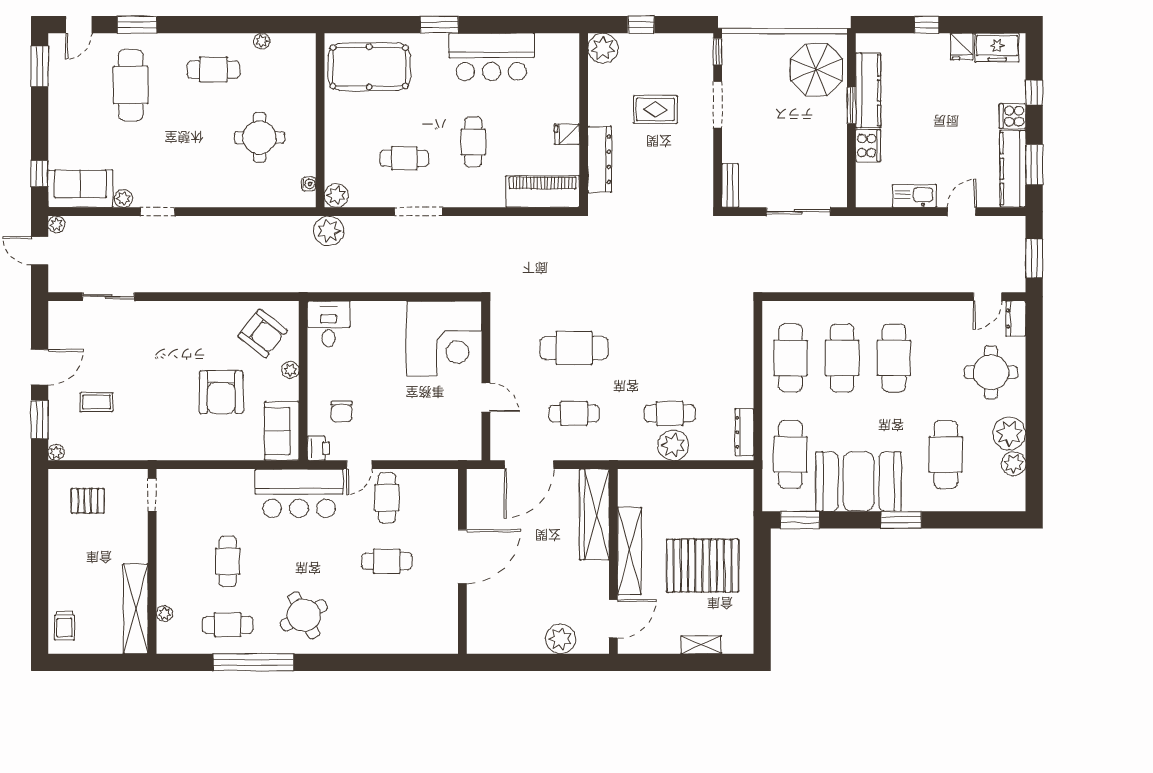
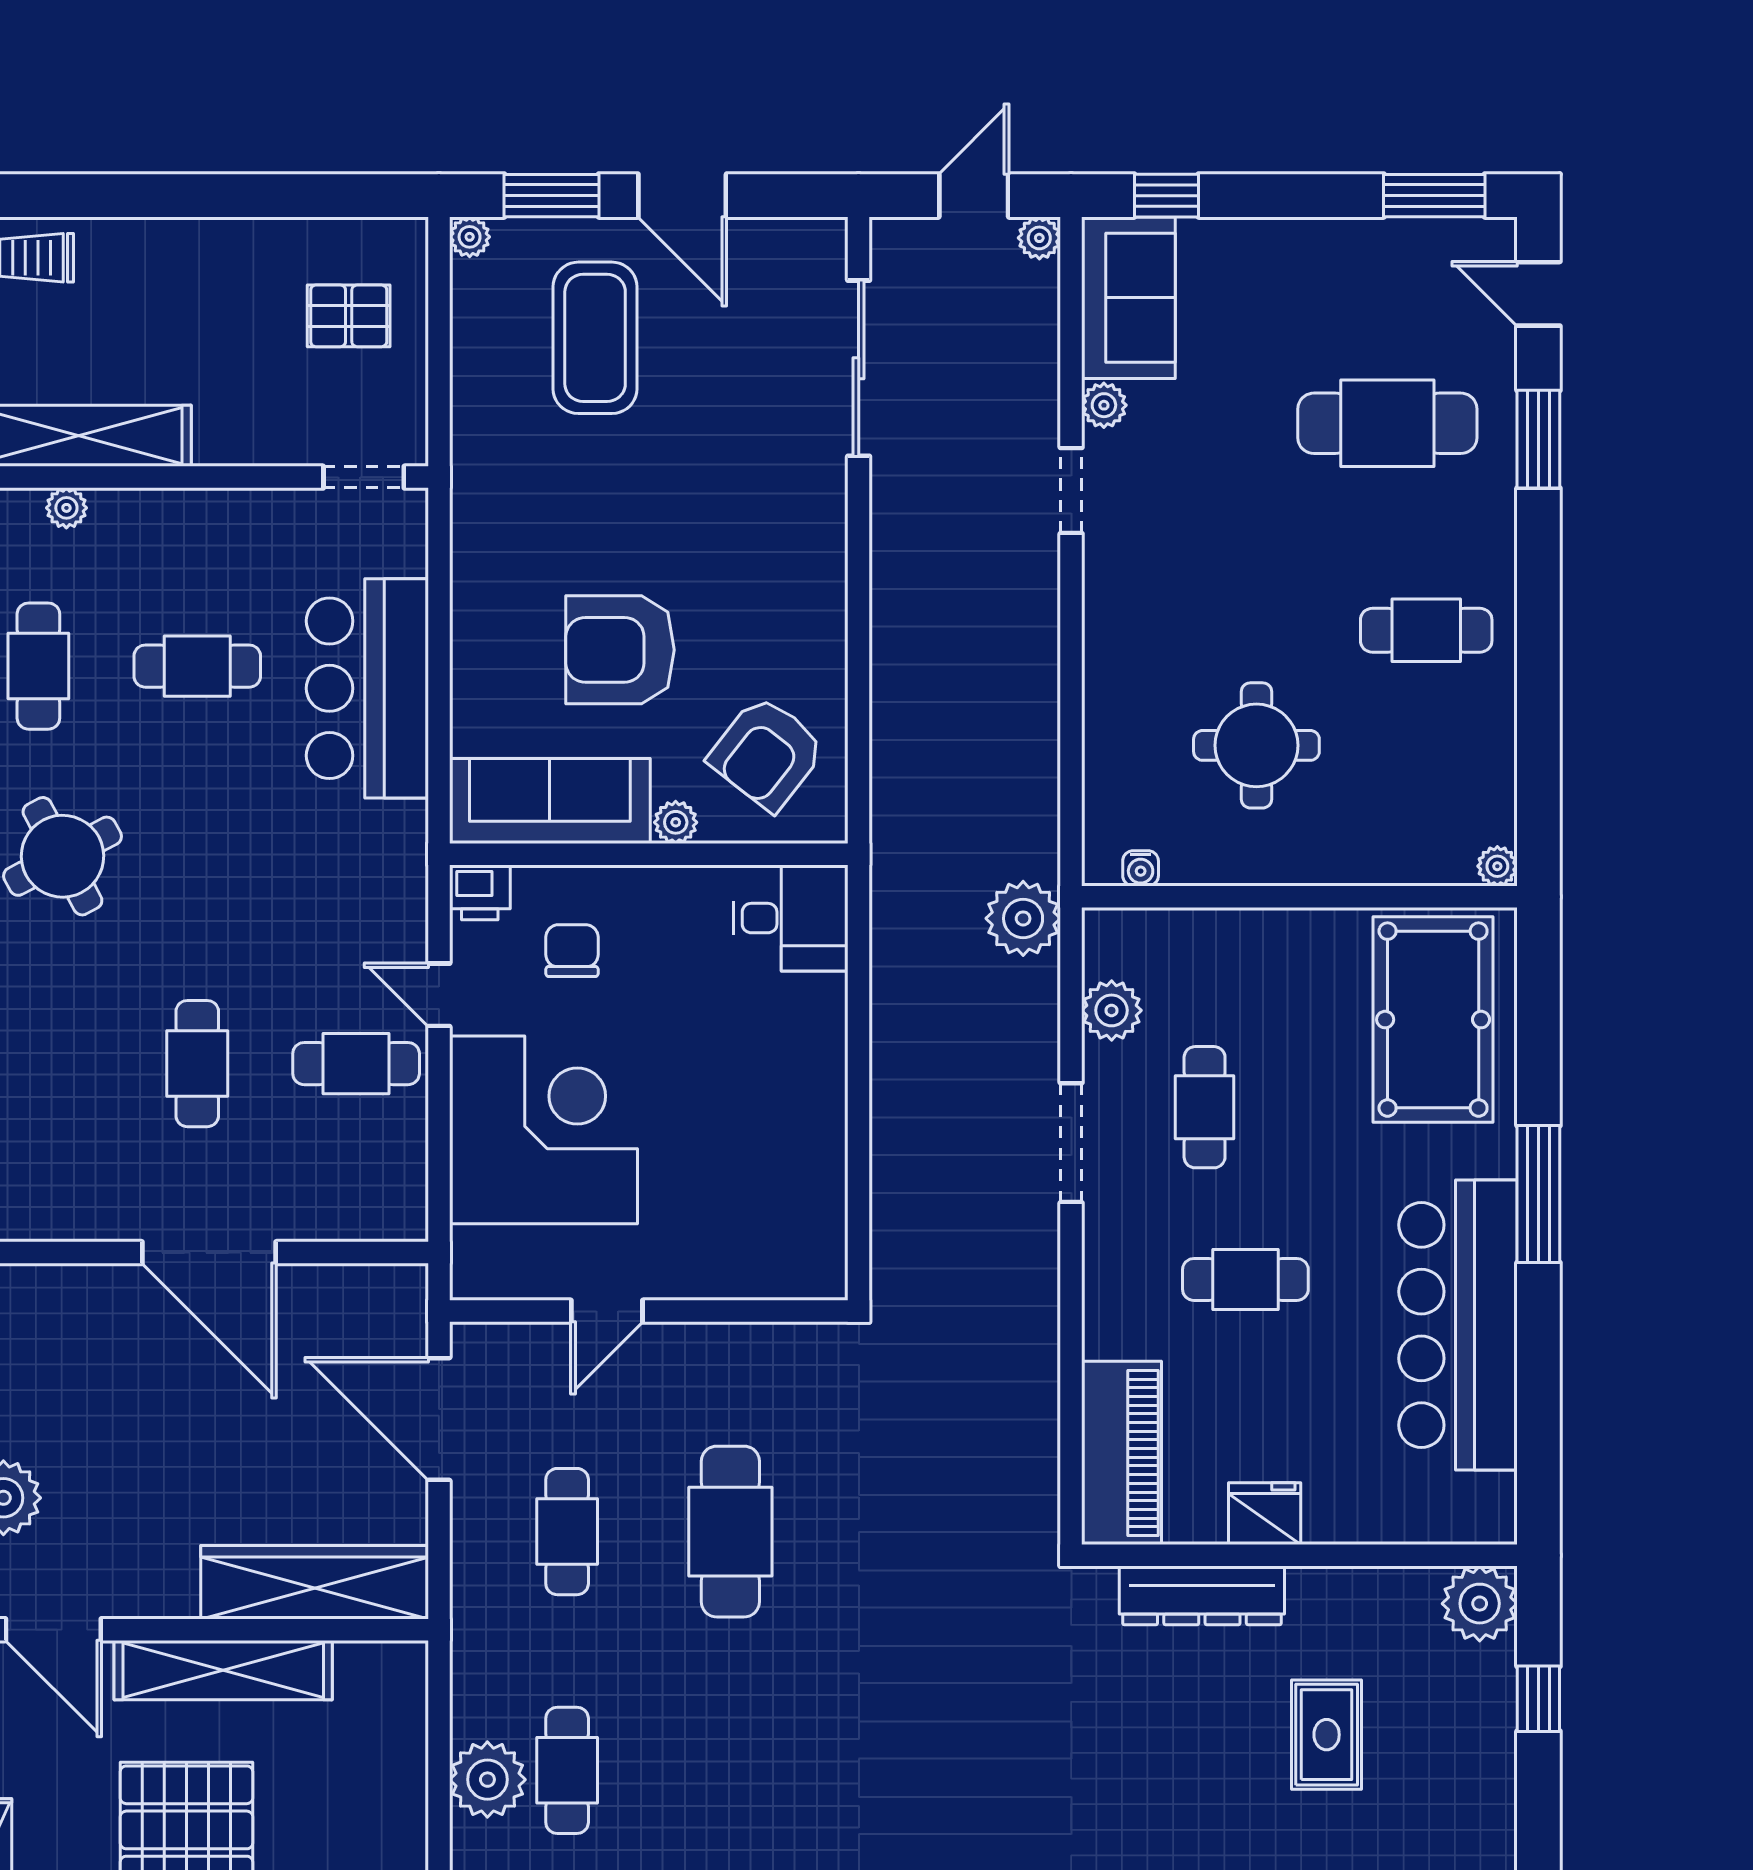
window: (439, 25) -> (1538, 1194), width x1.44
plant: (262, 41) -> (1497, 866), moved
bar counter: (491, 57) -> (1458, 1325), width x1.36
cafe table: (213, 70) -> (1426, 630), turned 90
fridge: (567, 134) -> (1265, 1514), width x1.38
plant: (336, 195) -> (1112, 1010), moved
sliding door: (109, 297) -> (859, 368), width x1.37
corner desk: (444, 339) -> (543, 1130), moved, turned 180
coffee table: (96, 402) -> (595, 338), width x1.86, depth x1.72
chair: (342, 411) -> (572, 951), turned 90
sofa: (282, 431) -> (550, 801), width x1.36
bar counter: (299, 493) -> (367, 688), moved
pallet: (88, 501) -> (349, 316), turned 90

